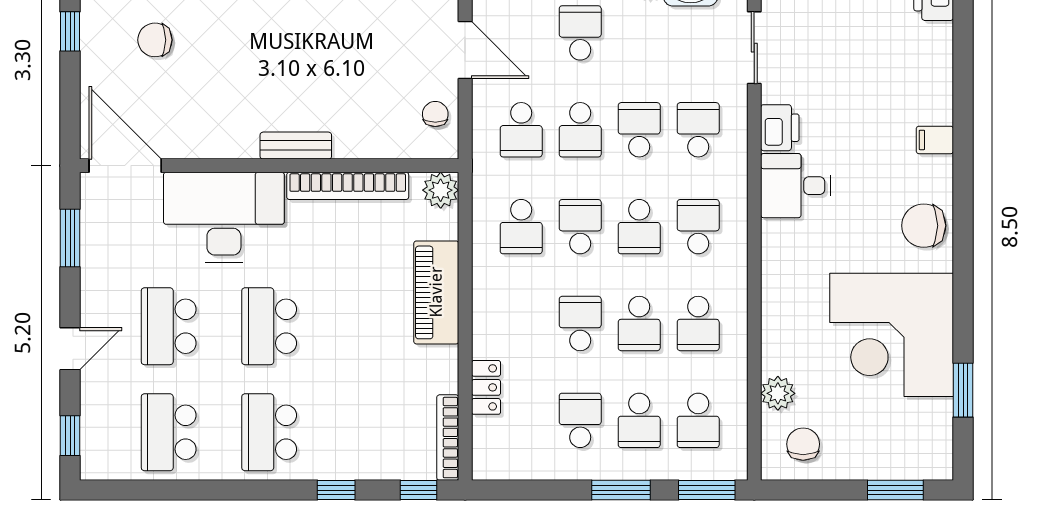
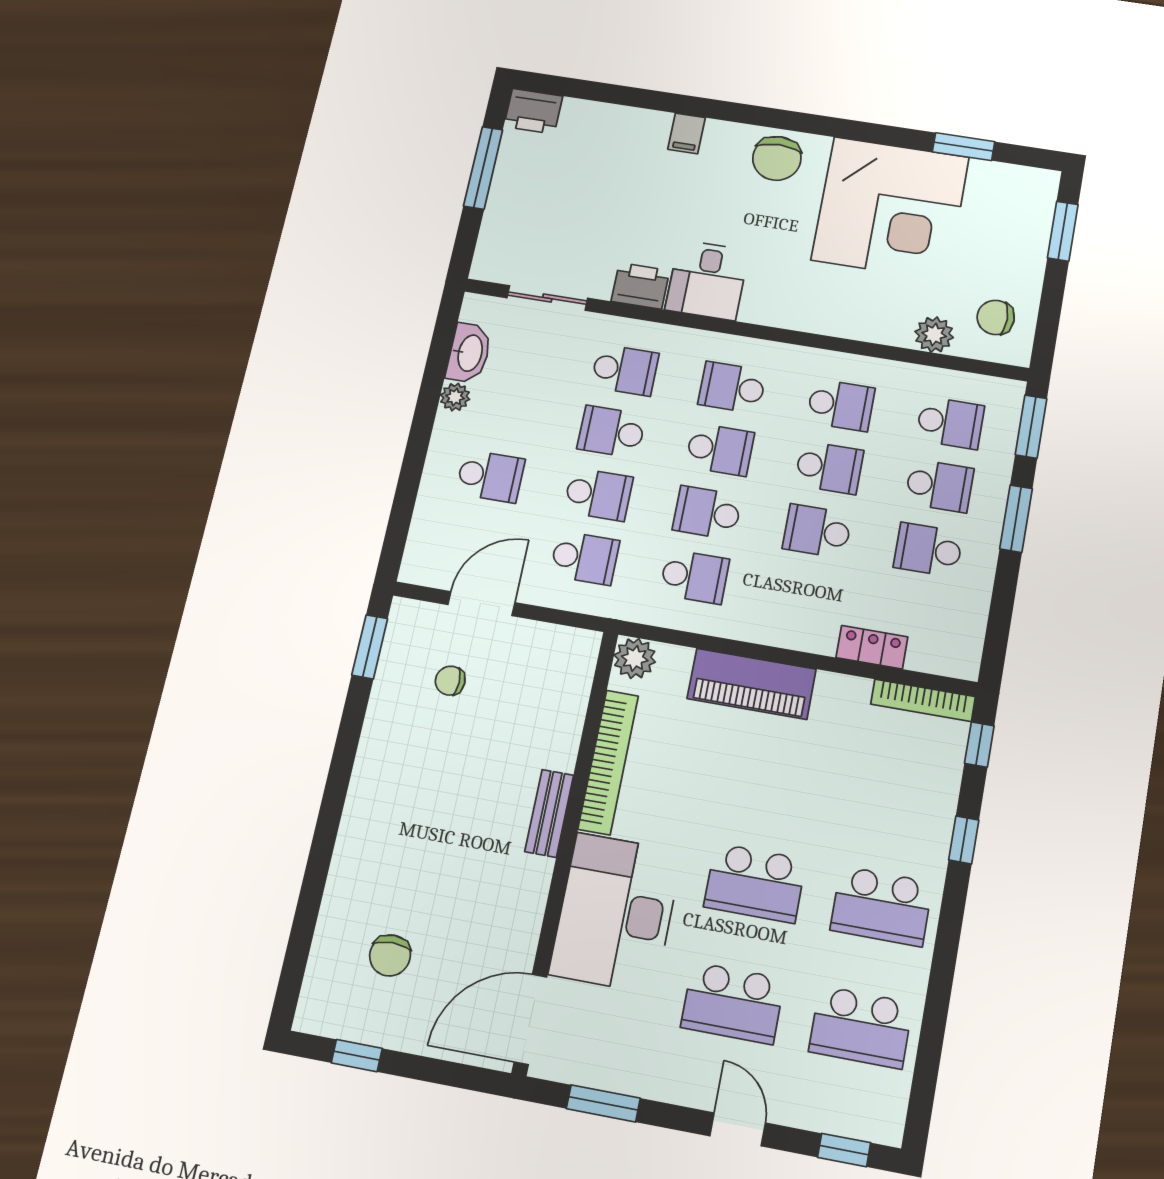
school desk: (580, 33) -> (490, 476), turned 180
chair: (435, 114) -> (450, 681), moved
school desk: (698, 130) -> (625, 370), turned 180

